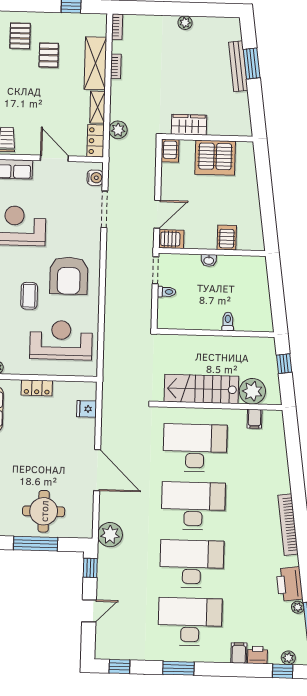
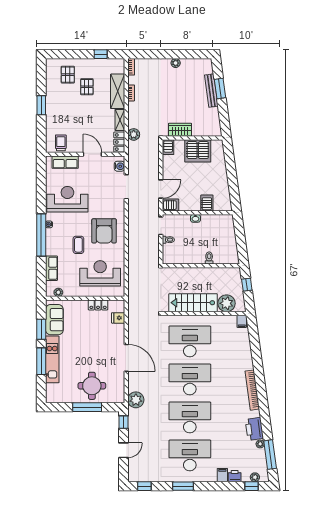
locker: (37, 388) -> (98, 305), moved
filing cabinet: (255, 419) -> (242, 321), moved

